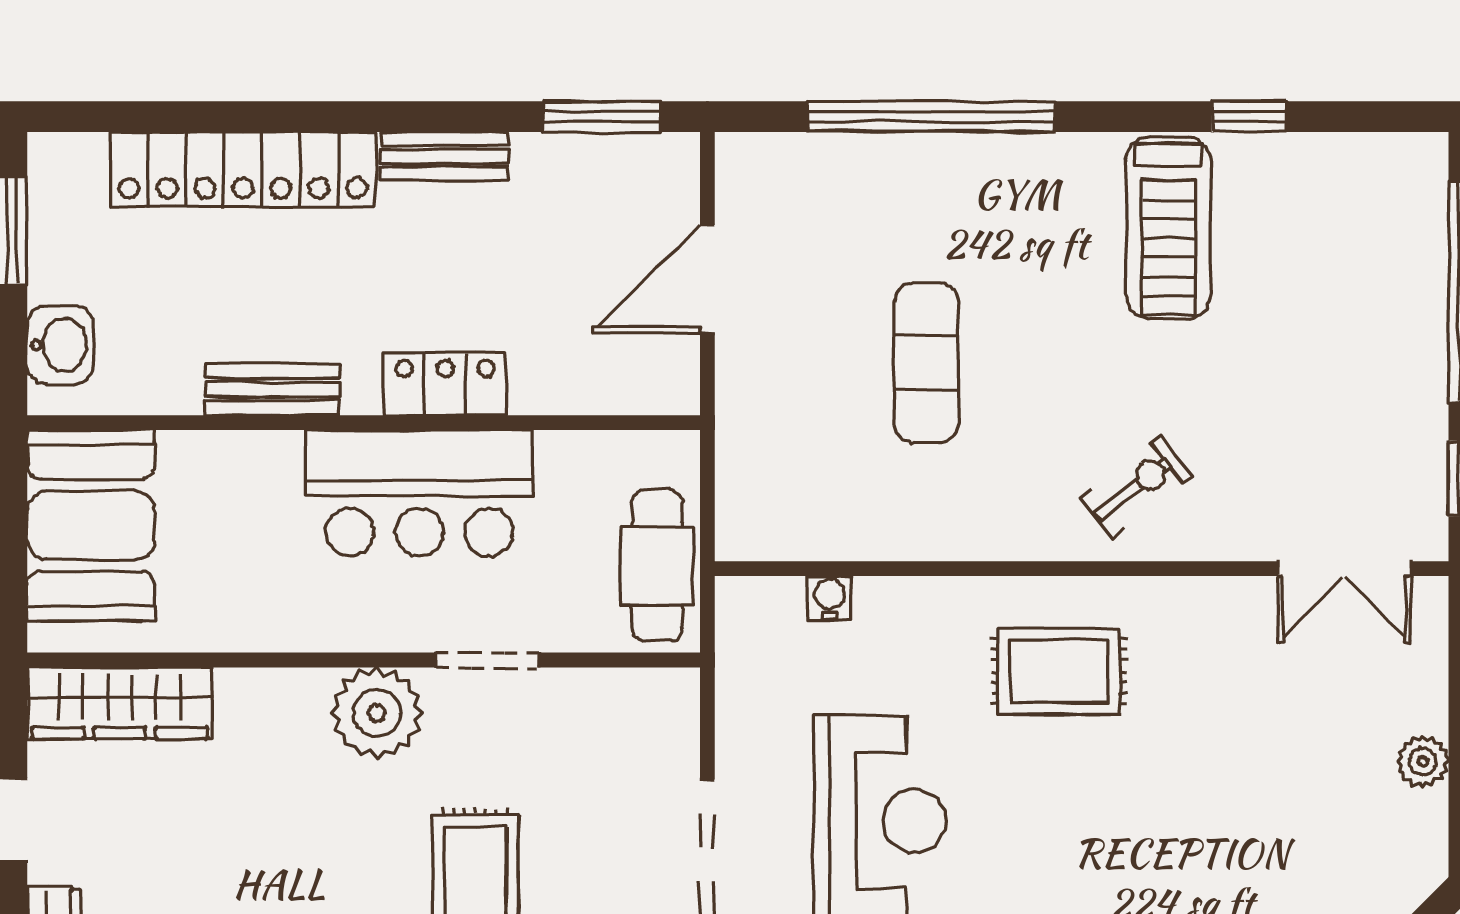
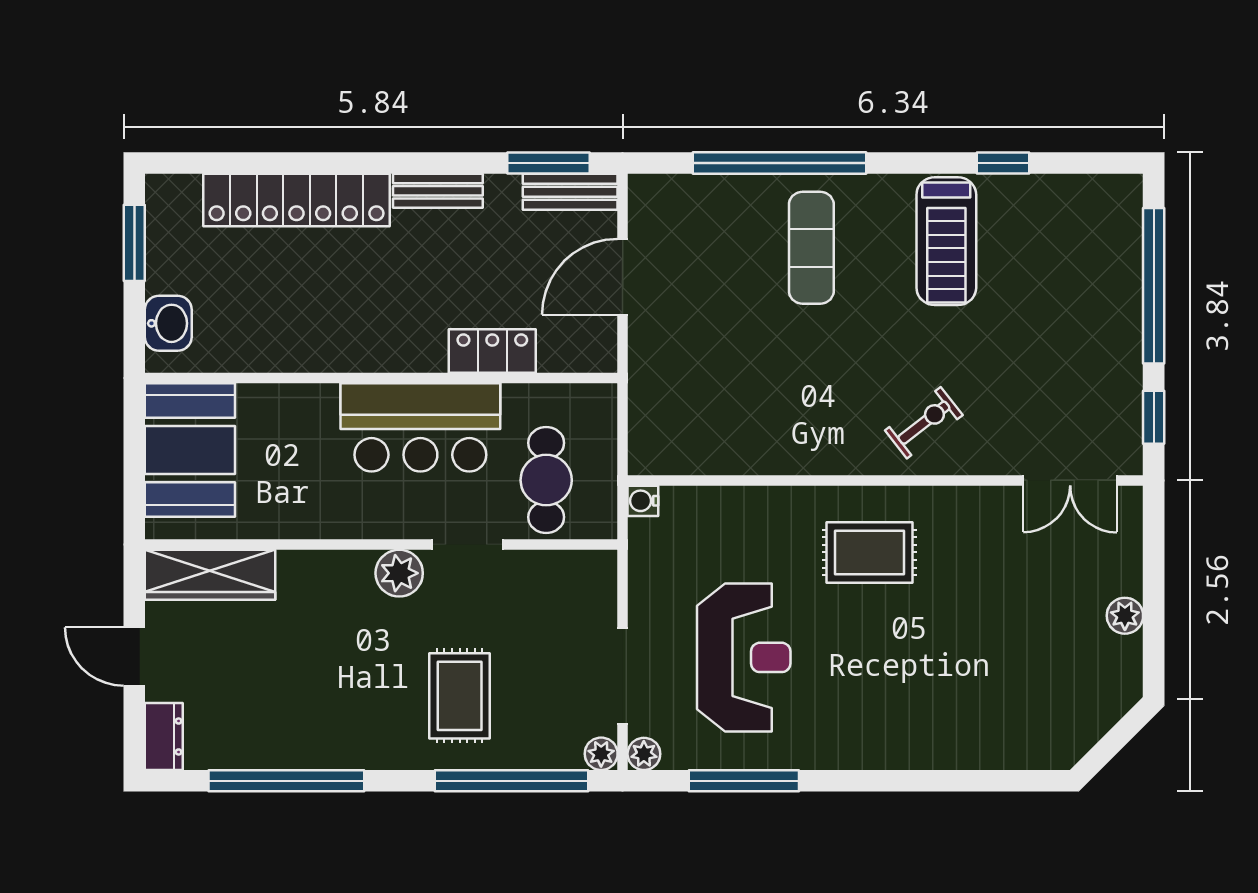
exercise mat: (926, 363) -> (811, 248), moved
locker: (445, 384) -> (492, 351), moved
bench: (272, 390) -> (570, 192), moved
cafe table: (657, 565) -> (546, 480), moved
water cooler: (830, 598) -> (643, 501), moved, turned -90
plant: (377, 713) -> (399, 573), width x0.73, depth x0.73

